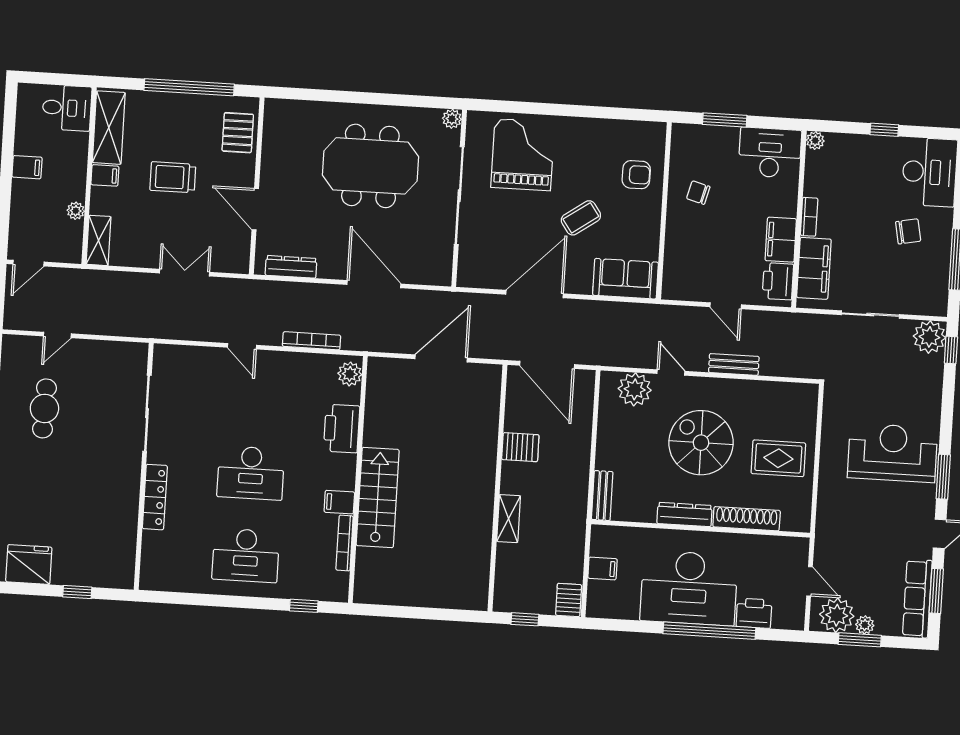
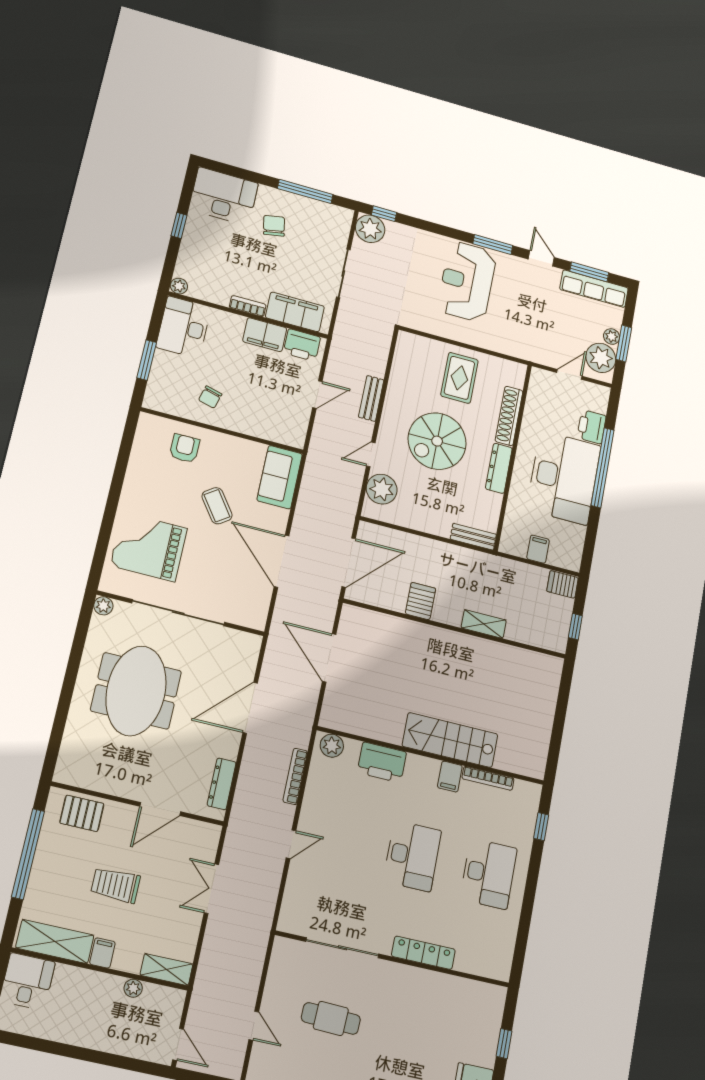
filing cabinet: (27, 167) -> (81, 1032), removed
trolley: (173, 177) -> (116, 885), turned 90
cafe table: (44, 408) -> (331, 1018), moved

